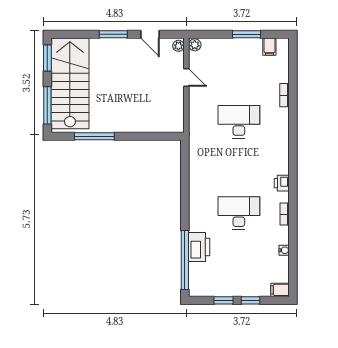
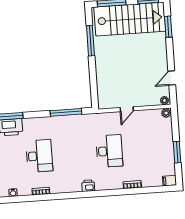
window: (113, 34) -> (168, 27), moved
filing cabinet: (269, 47) -> (169, 181), moved
door: (186, 78) -> (127, 109), moved
window: (185, 174) -> (66, 112), added
printer: (282, 183) -> (88, 186), moved

